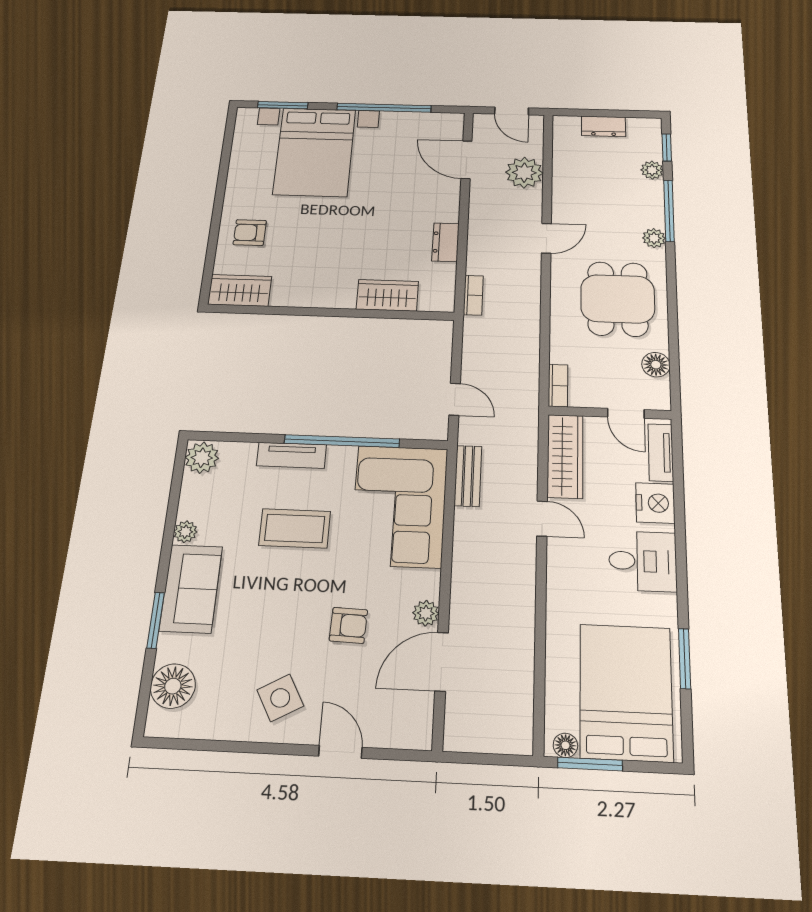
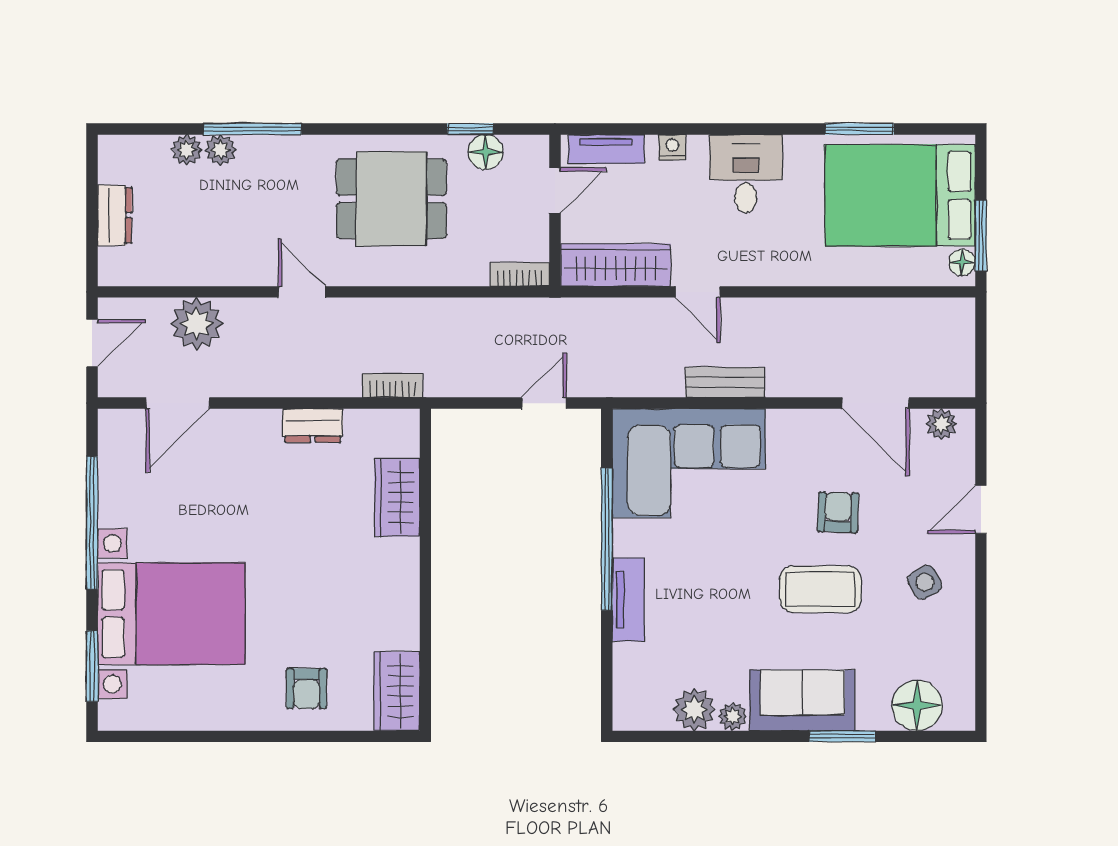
window: (667, 148) -> (470, 129), moved
plant: (654, 238) -> (220, 150), moved
plant: (202, 458) -> (694, 710), moved
bench: (468, 476) -> (725, 382), moved
nightstand: (655, 503) -> (672, 147), width x0.53, depth x0.56
door: (542, 519) -> (698, 292), swing flipped
coffee table: (295, 528) -> (820, 589), moved, turned 90
plant: (426, 613) -> (941, 424), moved
side table: (280, 698) -> (925, 582), width x0.73, depth x0.73

